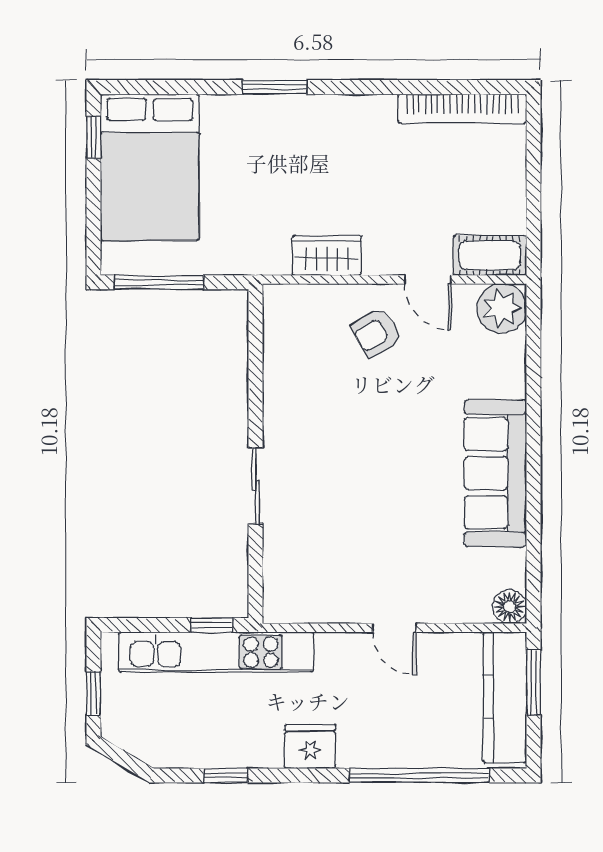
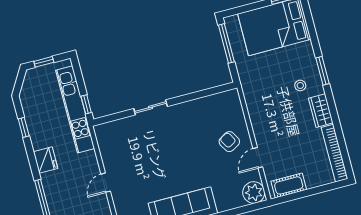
stool: (294, 144) -> (300, 85), added
wardrobe: (327, 255) -> (321, 111), moved, turned 180
cot: (490, 255) -> (289, 185), moved, turned 90

